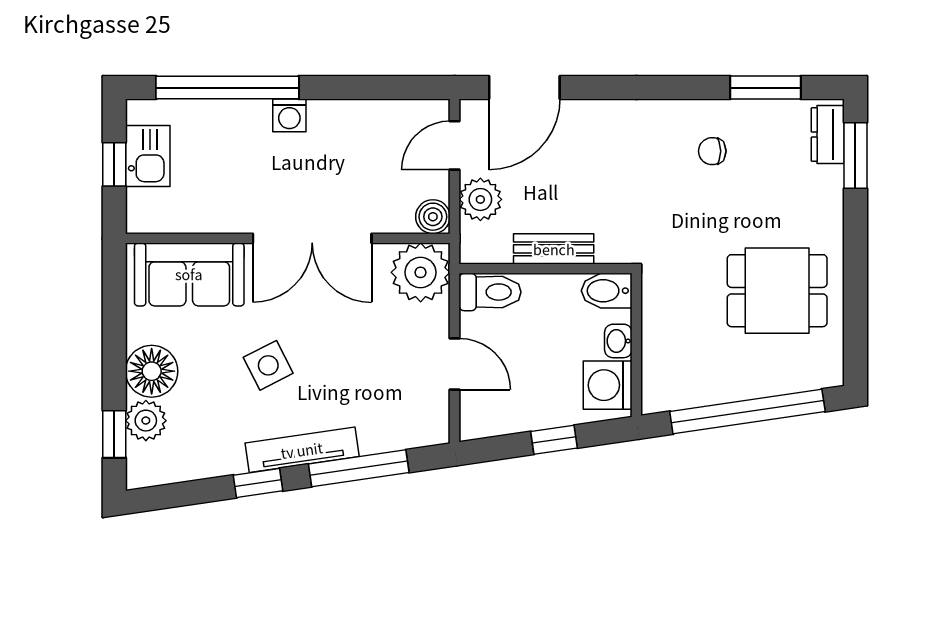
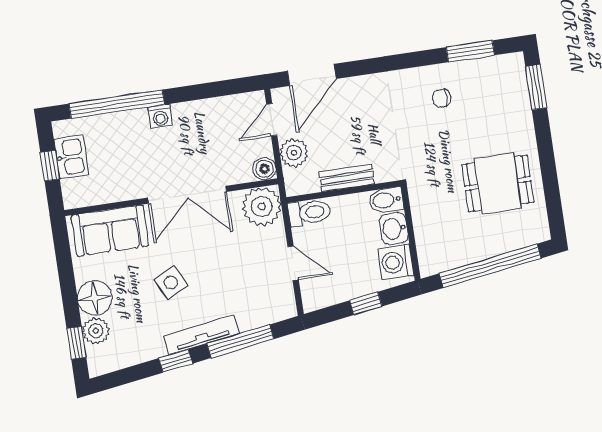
dresser: (828, 135) -> (516, 76), removed
washbasin: (618, 341) -> (394, 229), width x1.38, depth x1.45

